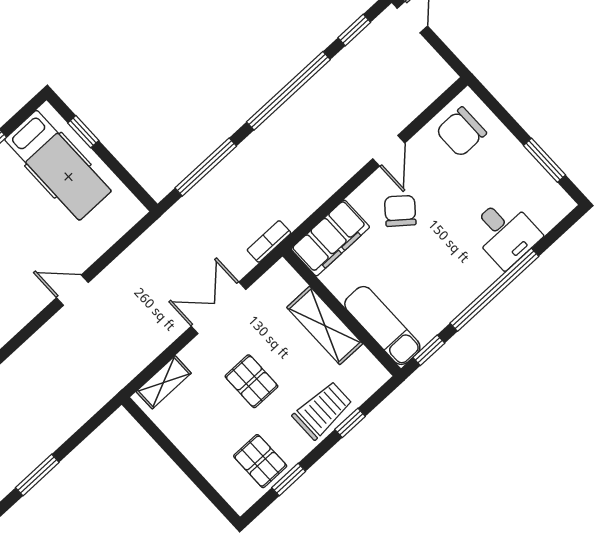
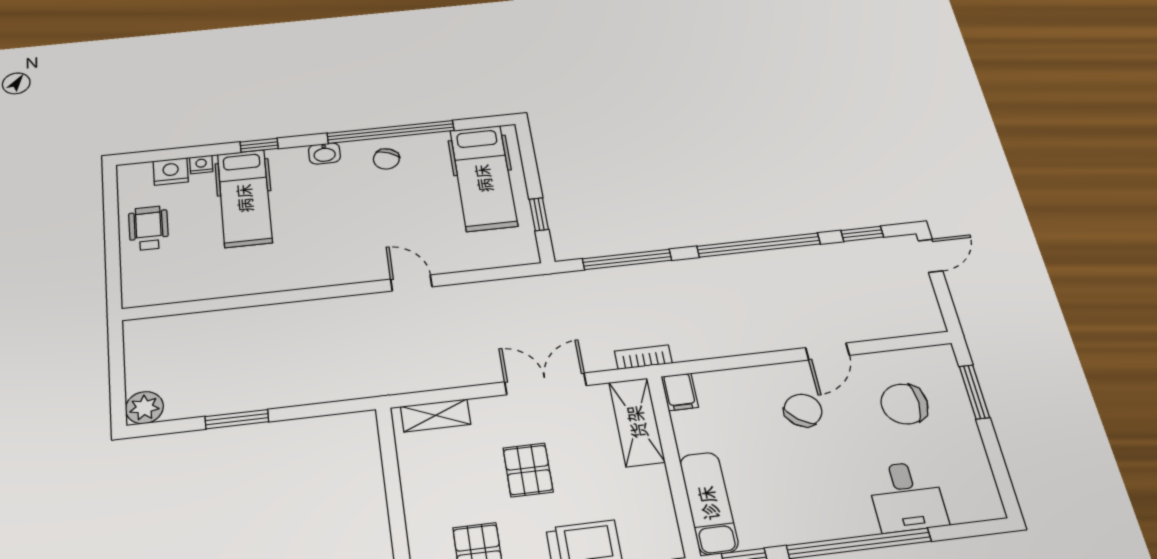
window: (83, 132) -> (539, 214), moved
chair: (461, 132) -> (904, 404), moved
window: (545, 160) -> (974, 392), moved
filing cabinet: (330, 238) -> (680, 392), width x0.33, depth x0.86
shelving: (325, 325) -> (637, 422), moved

